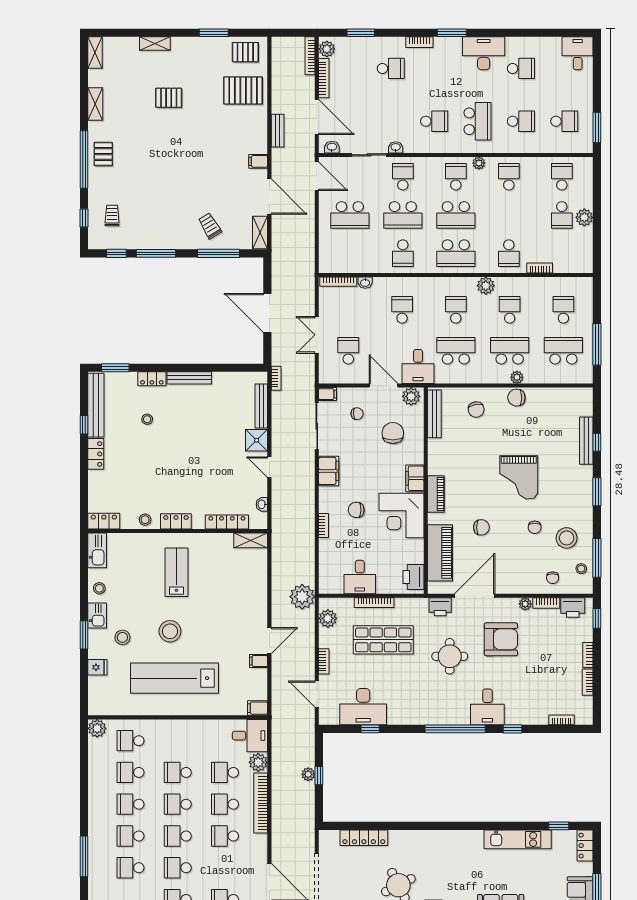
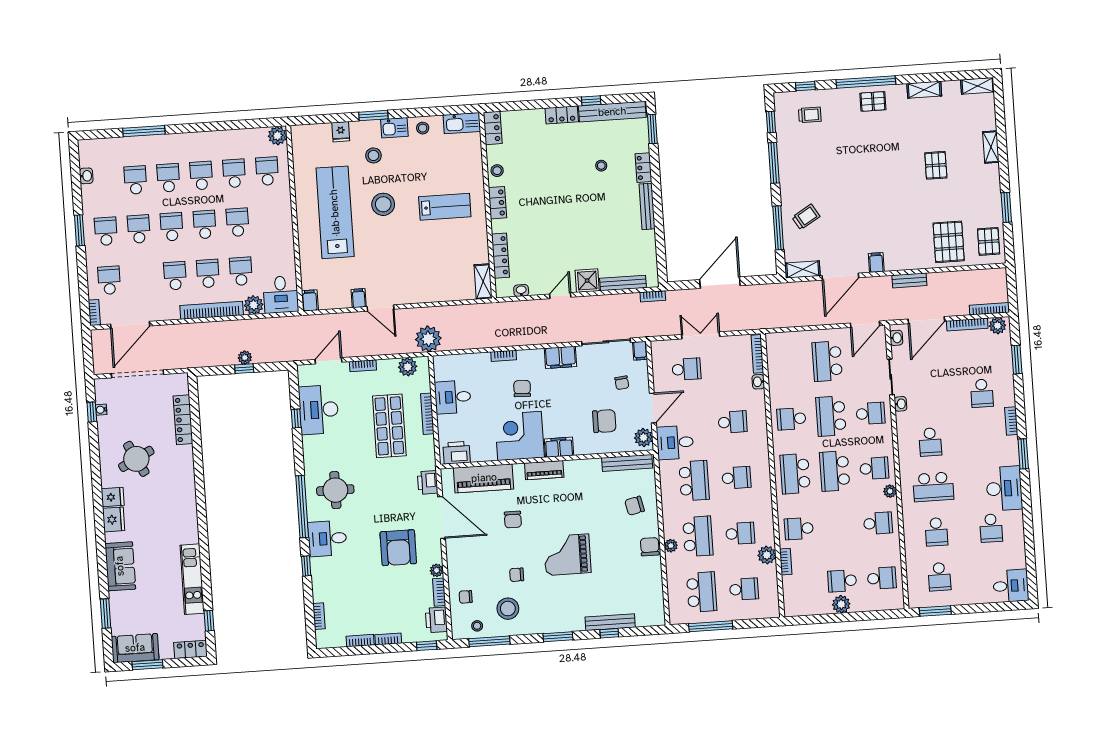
plant: (486, 286) -> (767, 555), moved
round table: (450, 656) -> (335, 490), moved

